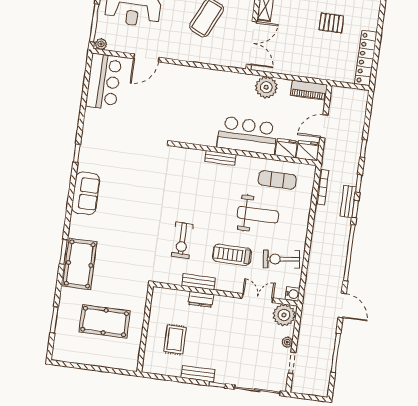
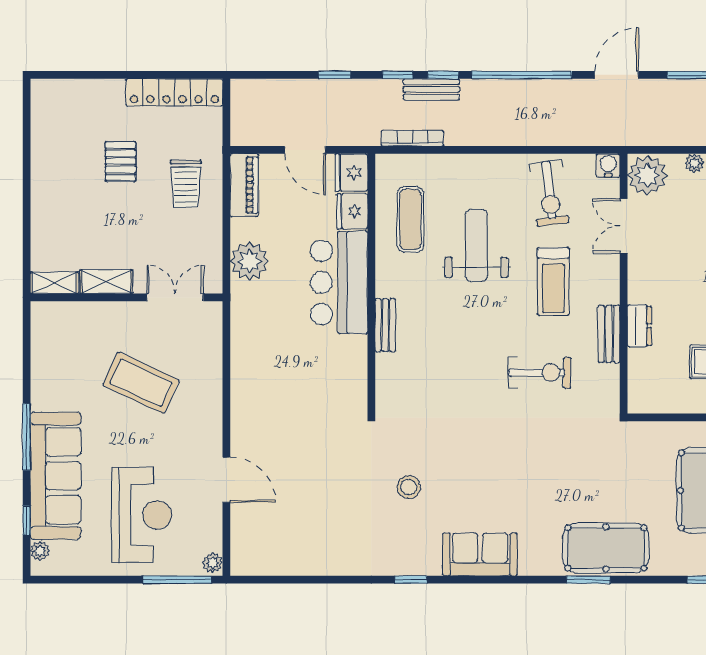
double door: (252, 43) -> (175, 297), width x0.73
trolley: (314, 58) -> (186, 184), added
bar counter: (104, 81) -> (278, 549), removed
stool: (128, 159) -> (409, 487), added

